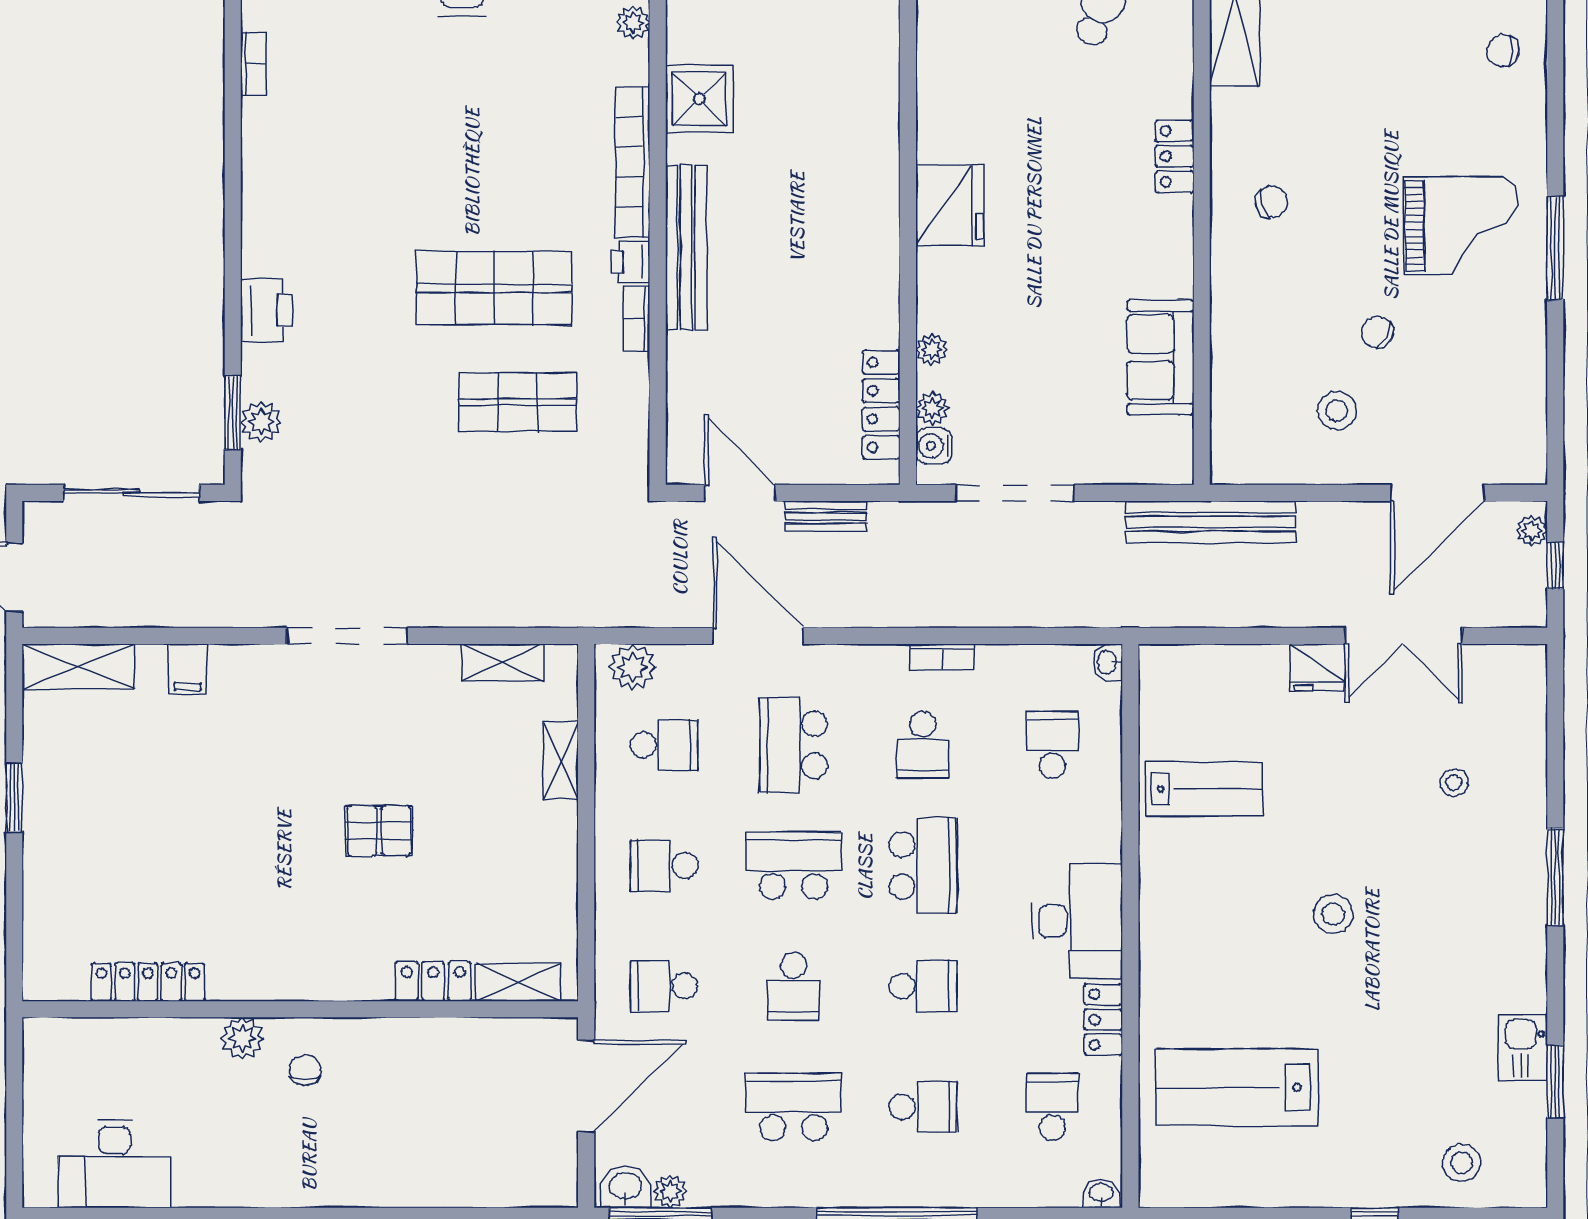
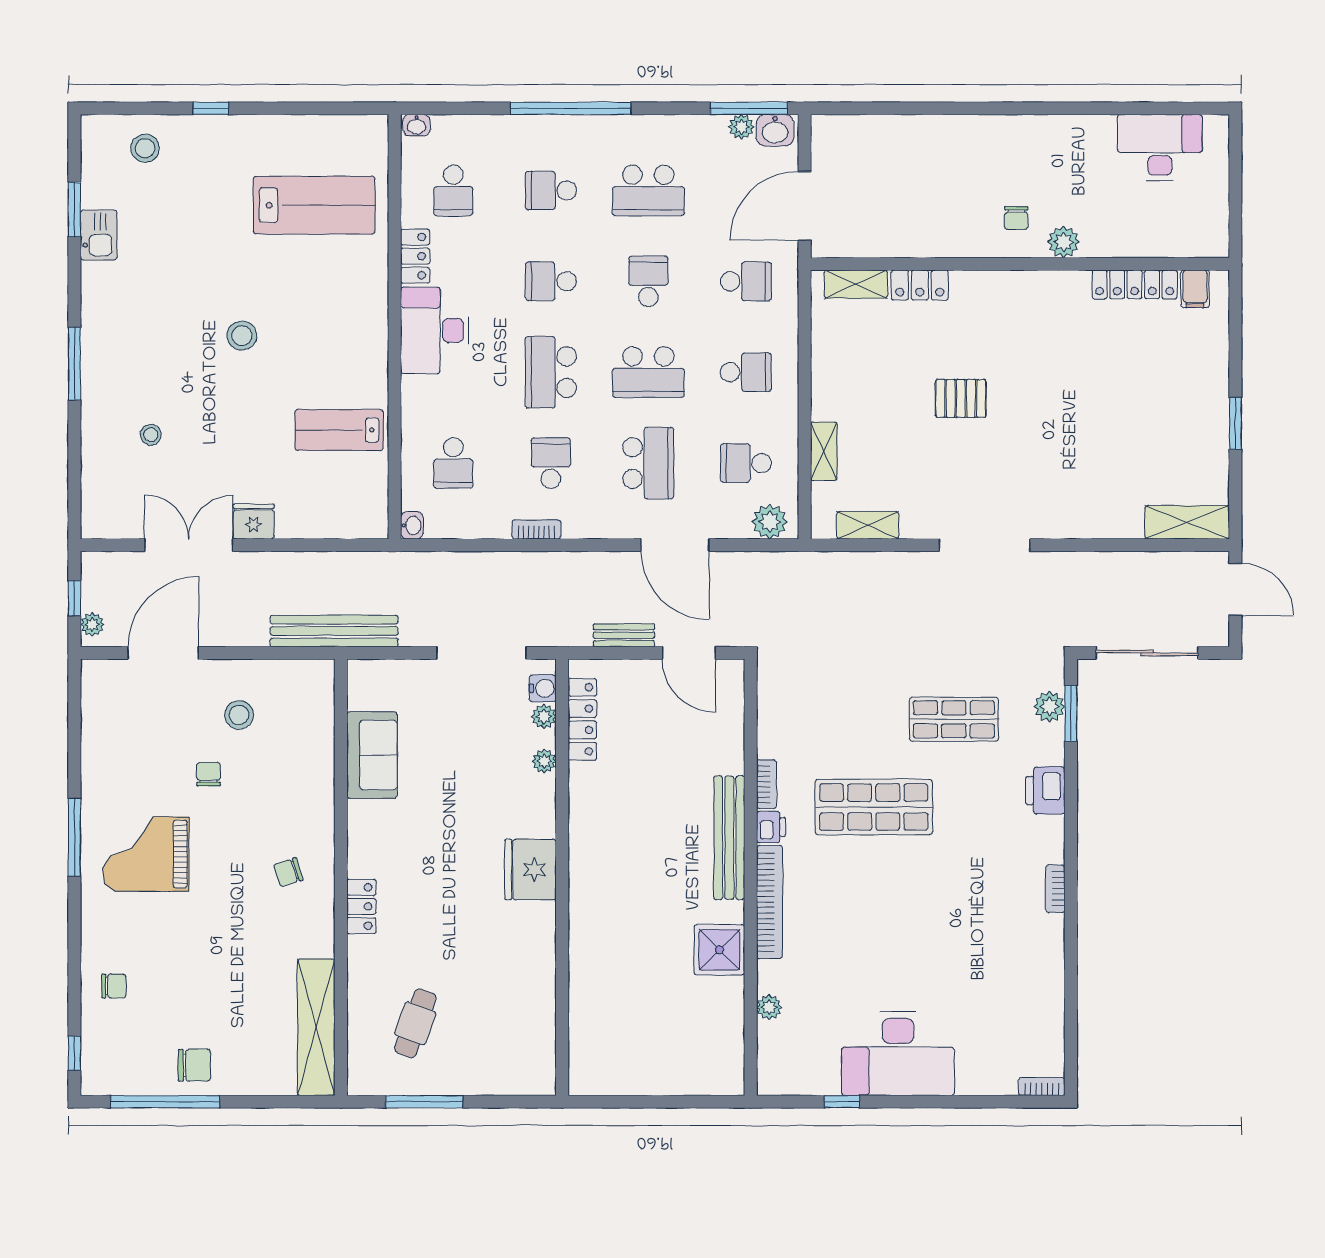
bookcase: (253, 64) -> (1055, 889), moved
chair: (1377, 332) -> (208, 774), turned -118
shop shelf: (518, 402) -> (954, 719), moved
filing cabinet: (188, 669) -> (1195, 289), moved, turned 180

